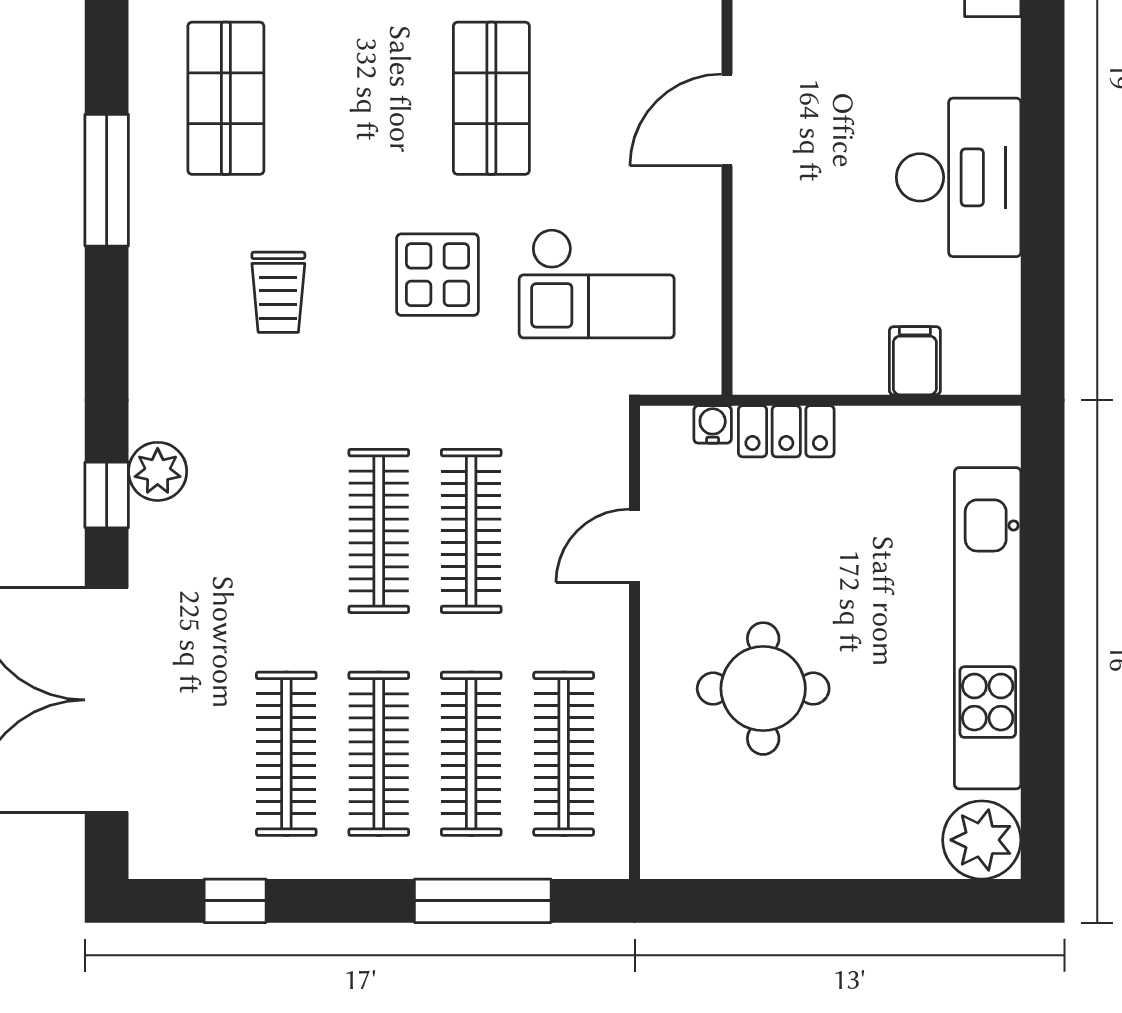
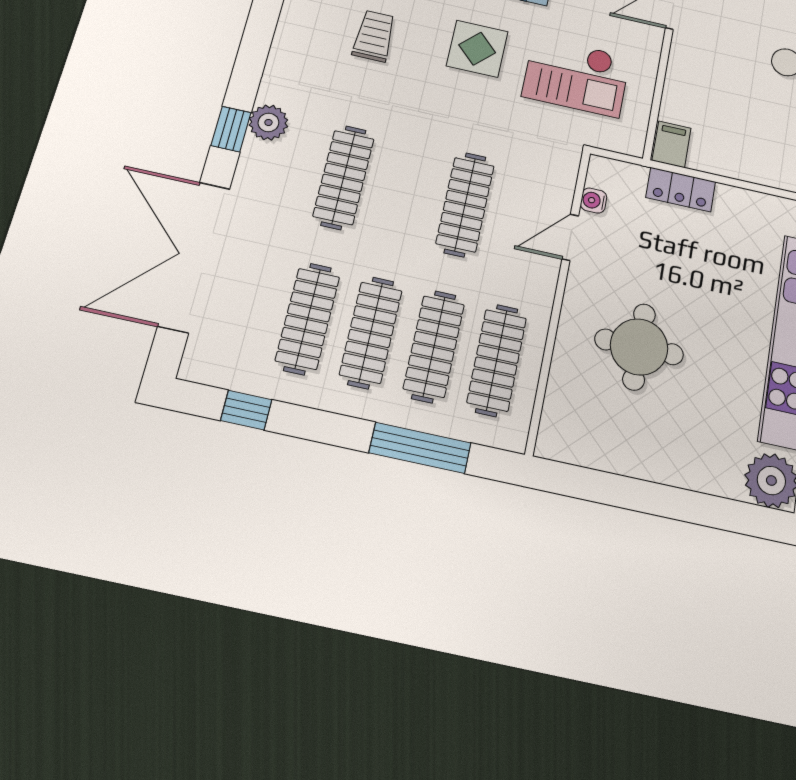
trolley: (278, 292) -> (374, 36), turned 180
filing cabinet: (915, 361) -> (672, 144), moved
water cooler: (713, 424) -> (594, 201), moved, turned -90
clothes rail: (379, 531) -> (344, 177), moved

